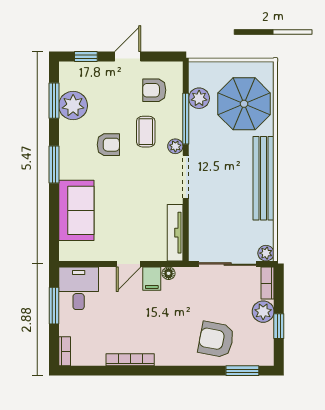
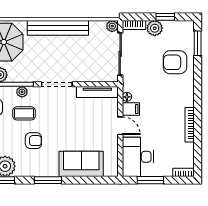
armchair: (108, 145) -> (33, 141), turned 90
plant: (175, 146) -> (22, 92), moved
desk: (79, 288) -> (138, 157), width x1.37
armchair: (216, 340) -> (175, 62), turned 79

